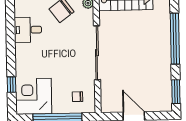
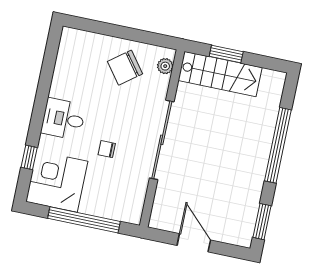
desk: (28, 30) -> (63, 119), moved
chair: (77, 97) -> (107, 149), moved

